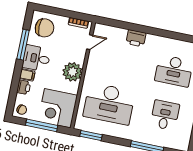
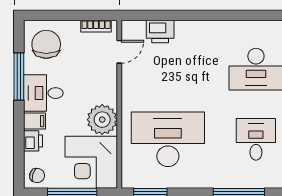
chair: (45, 28) -> (46, 44), turned -90
printer: (136, 38) -> (160, 31), moved
plant: (72, 72) -> (102, 120), moved
desk: (109, 104) -> (168, 139), turned 180

